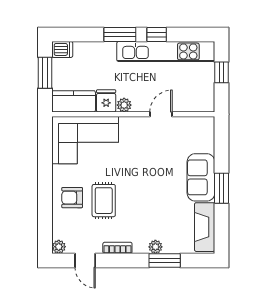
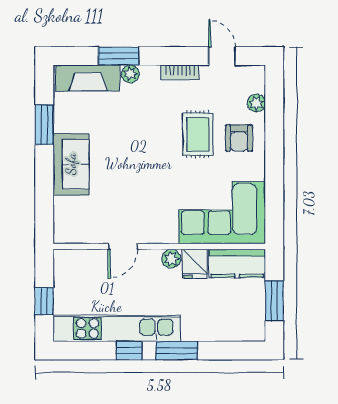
dishwasher: (62, 49) -> (252, 331), removed
window: (222, 188) -> (44, 125), moved
armchair: (72, 198) -> (239, 138), turned 90
fireplace: (205, 227) -> (88, 78), moved, turned 90
plant: (59, 247) -> (256, 103), moved

